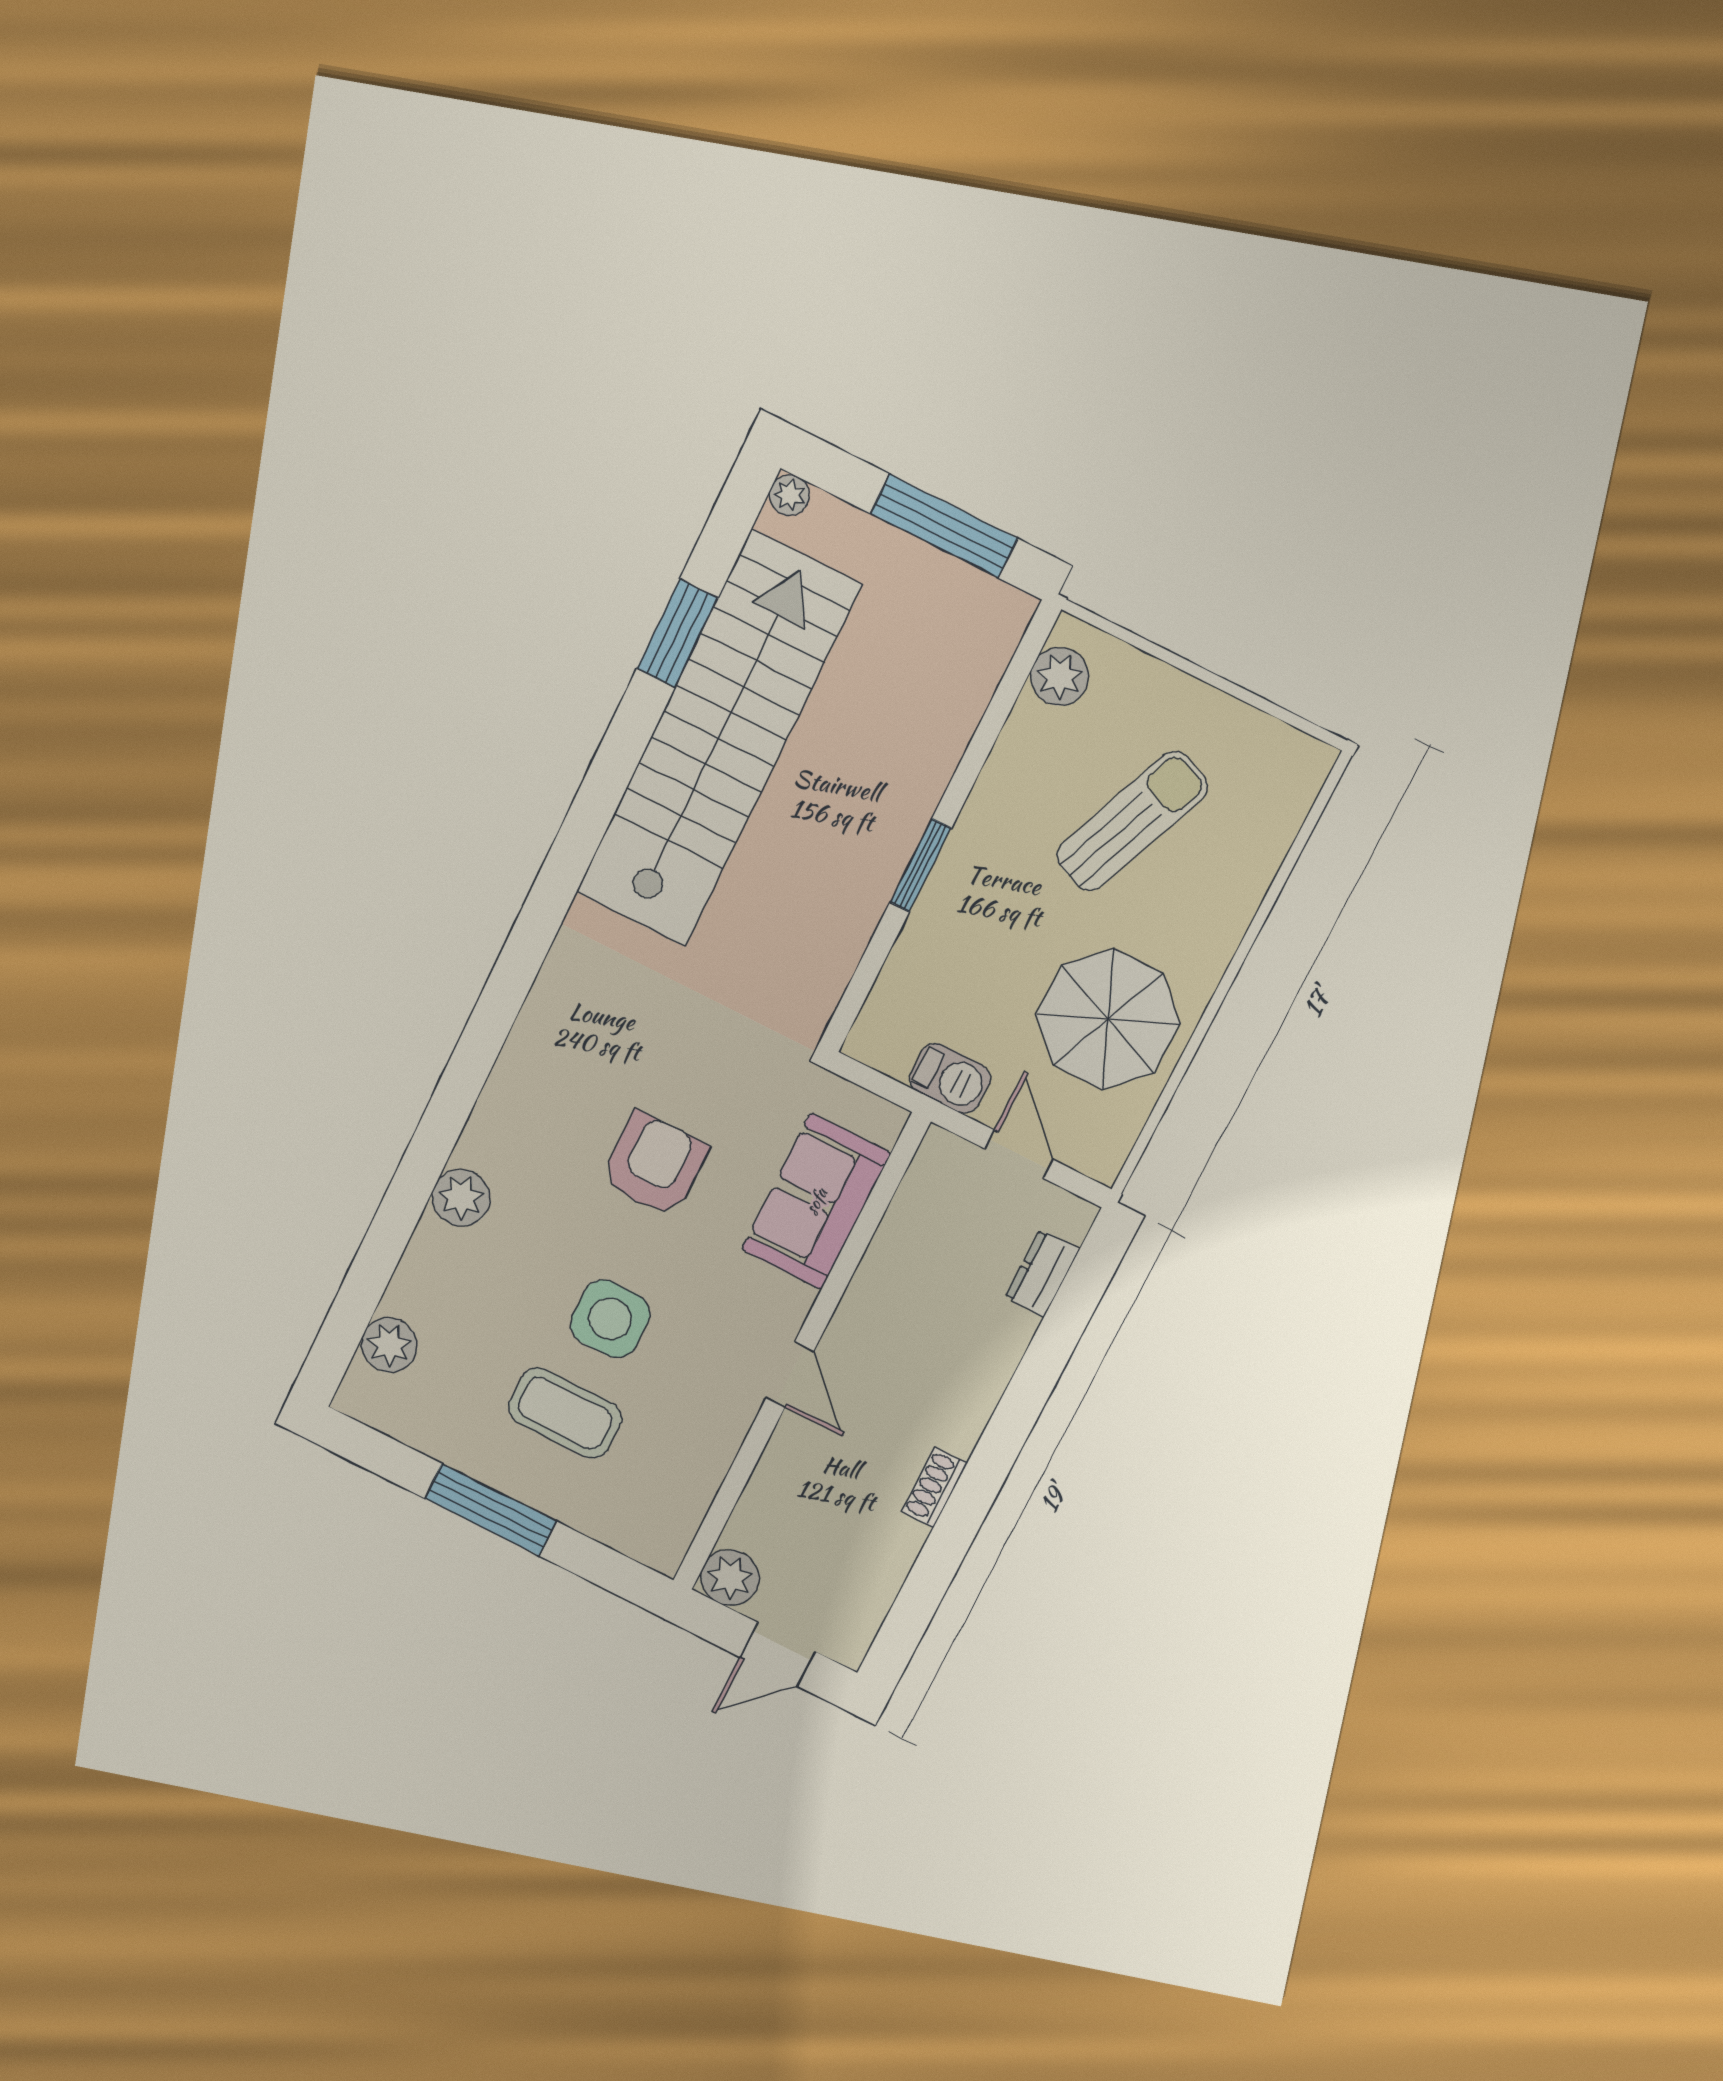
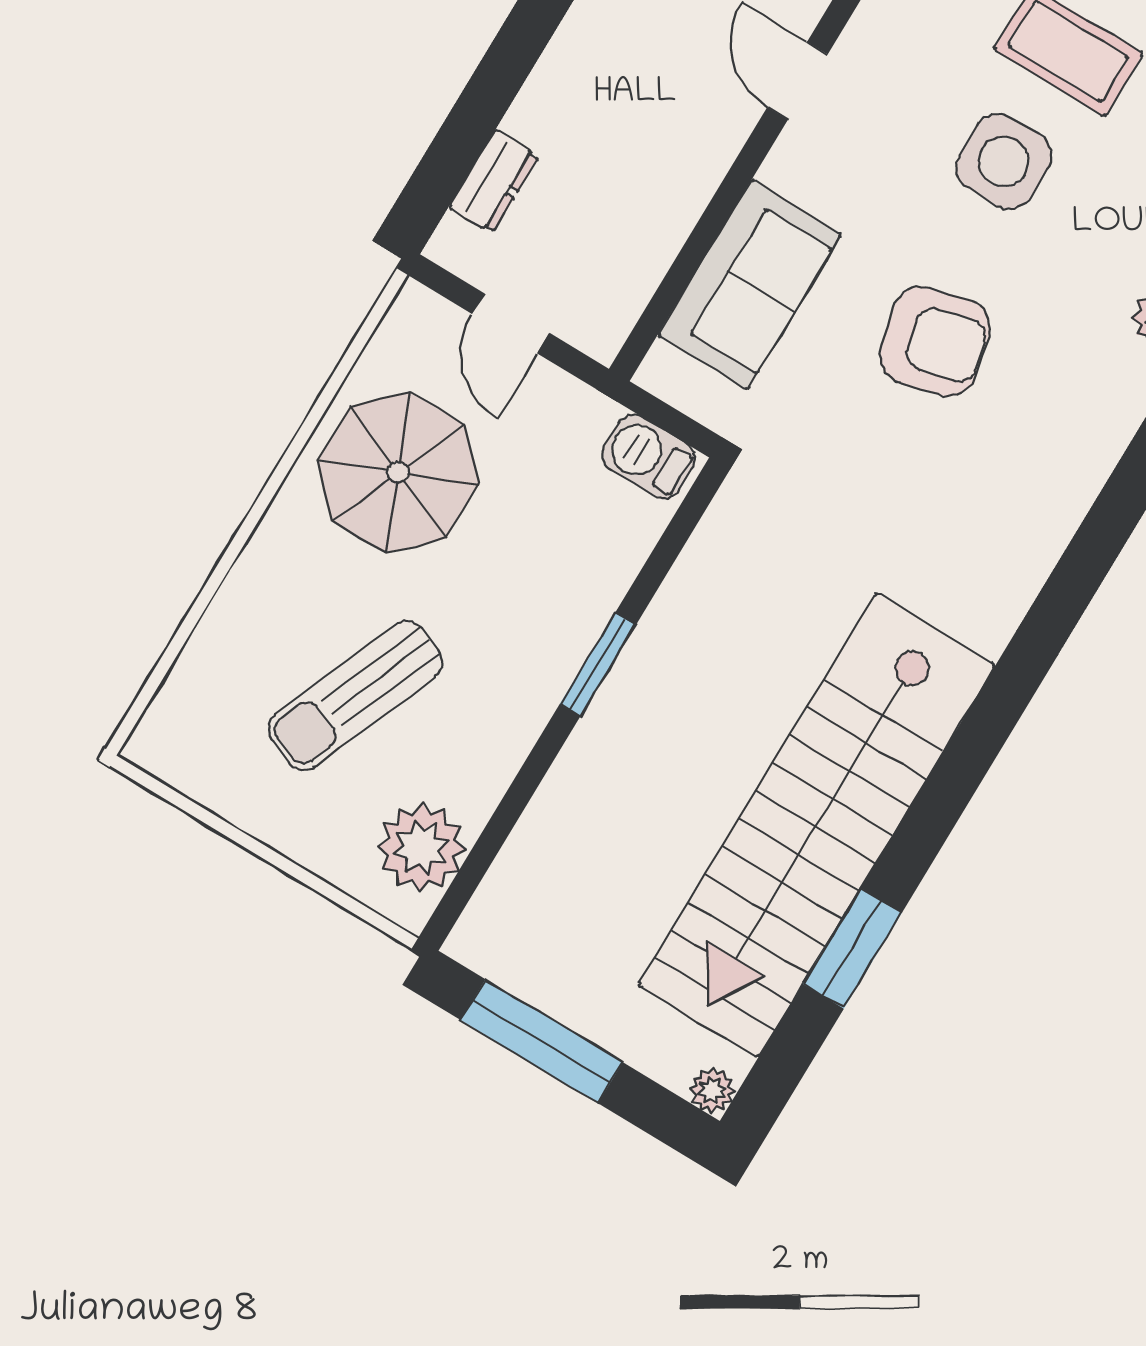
plant: (1060, 677) -> (421, 848), width x1.36, depth x1.36
barbecue: (950, 1078) -> (649, 457), moved
armchair: (654, 1165) -> (935, 341), turned -104

